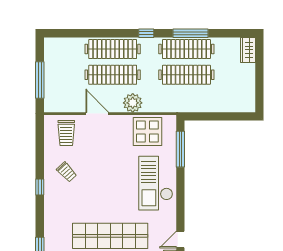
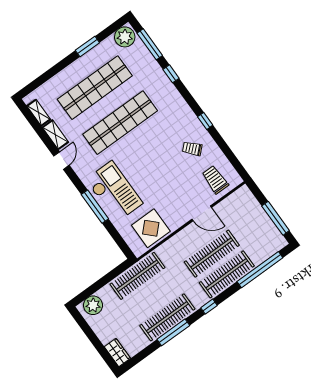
window: (83, 33) -> (260, 270), added
clothes rail: (186, 75) -> (137, 276), moved
window: (40, 80) -> (276, 218), moved
plant: (133, 103) -> (93, 305), moved
window: (180, 149) -> (95, 207), moved

